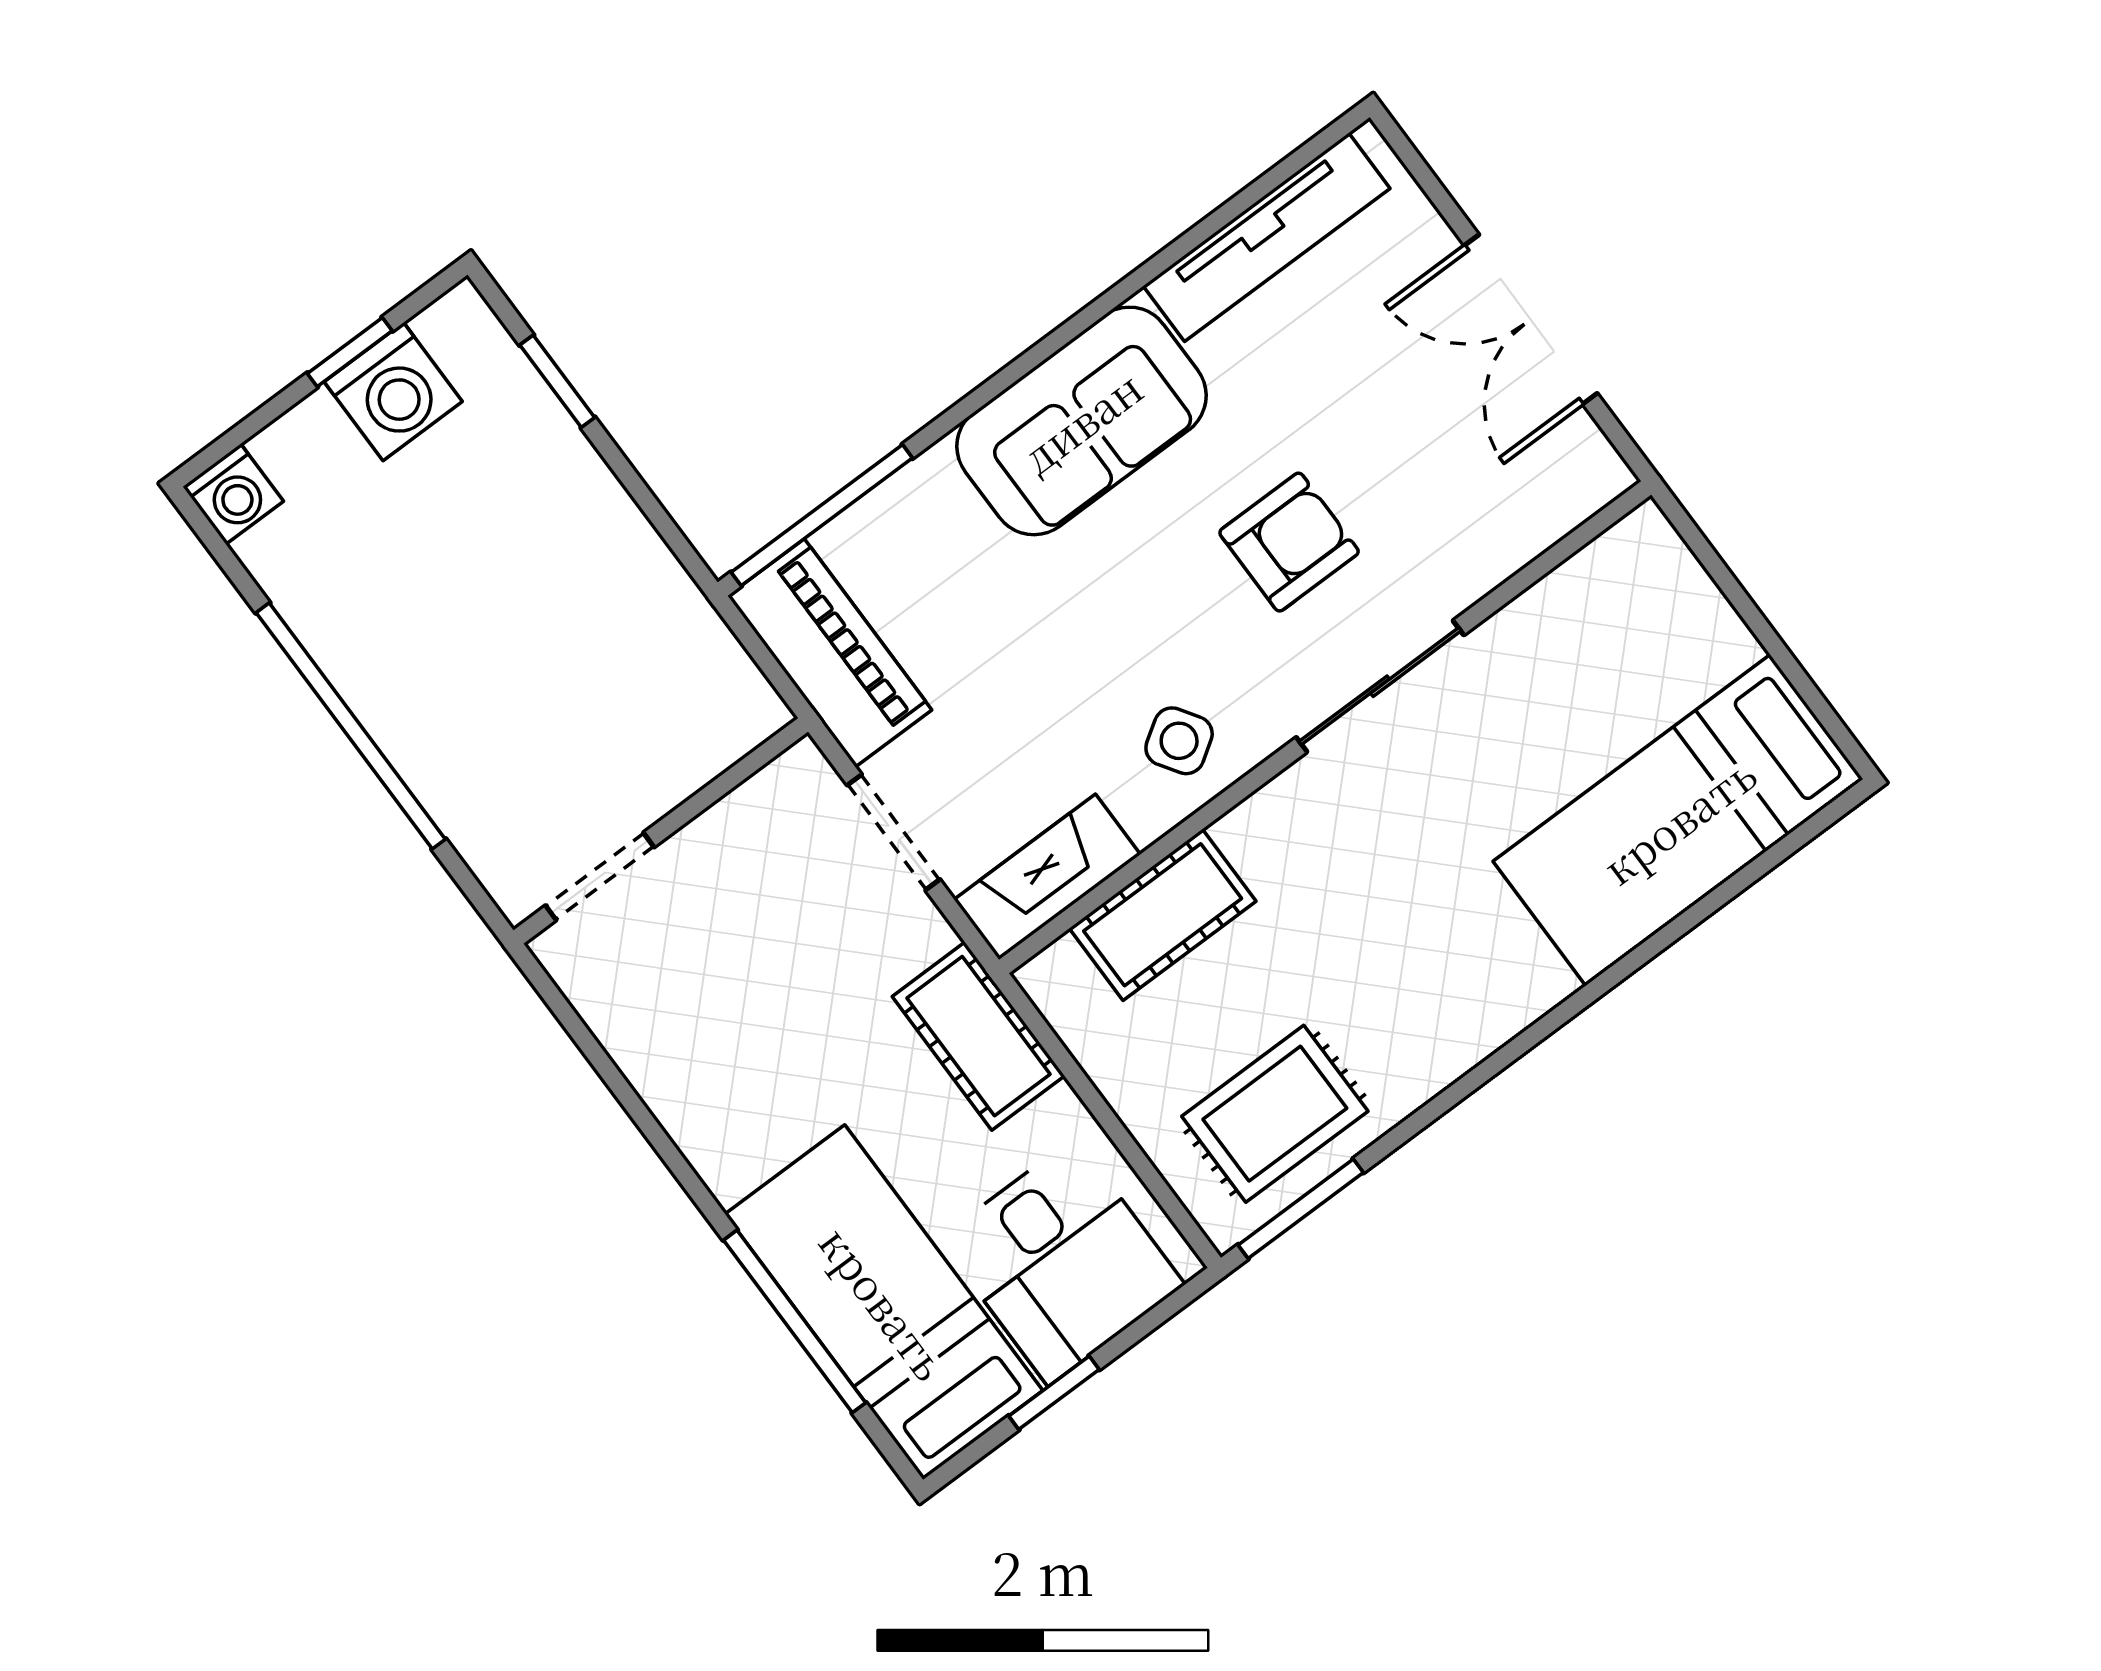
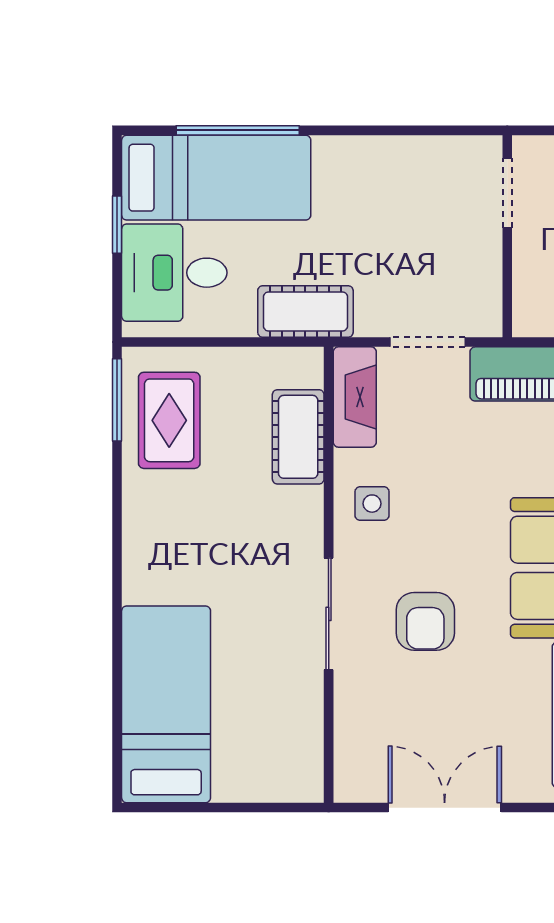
side table: (1179, 741) -> (372, 504), turned 33

